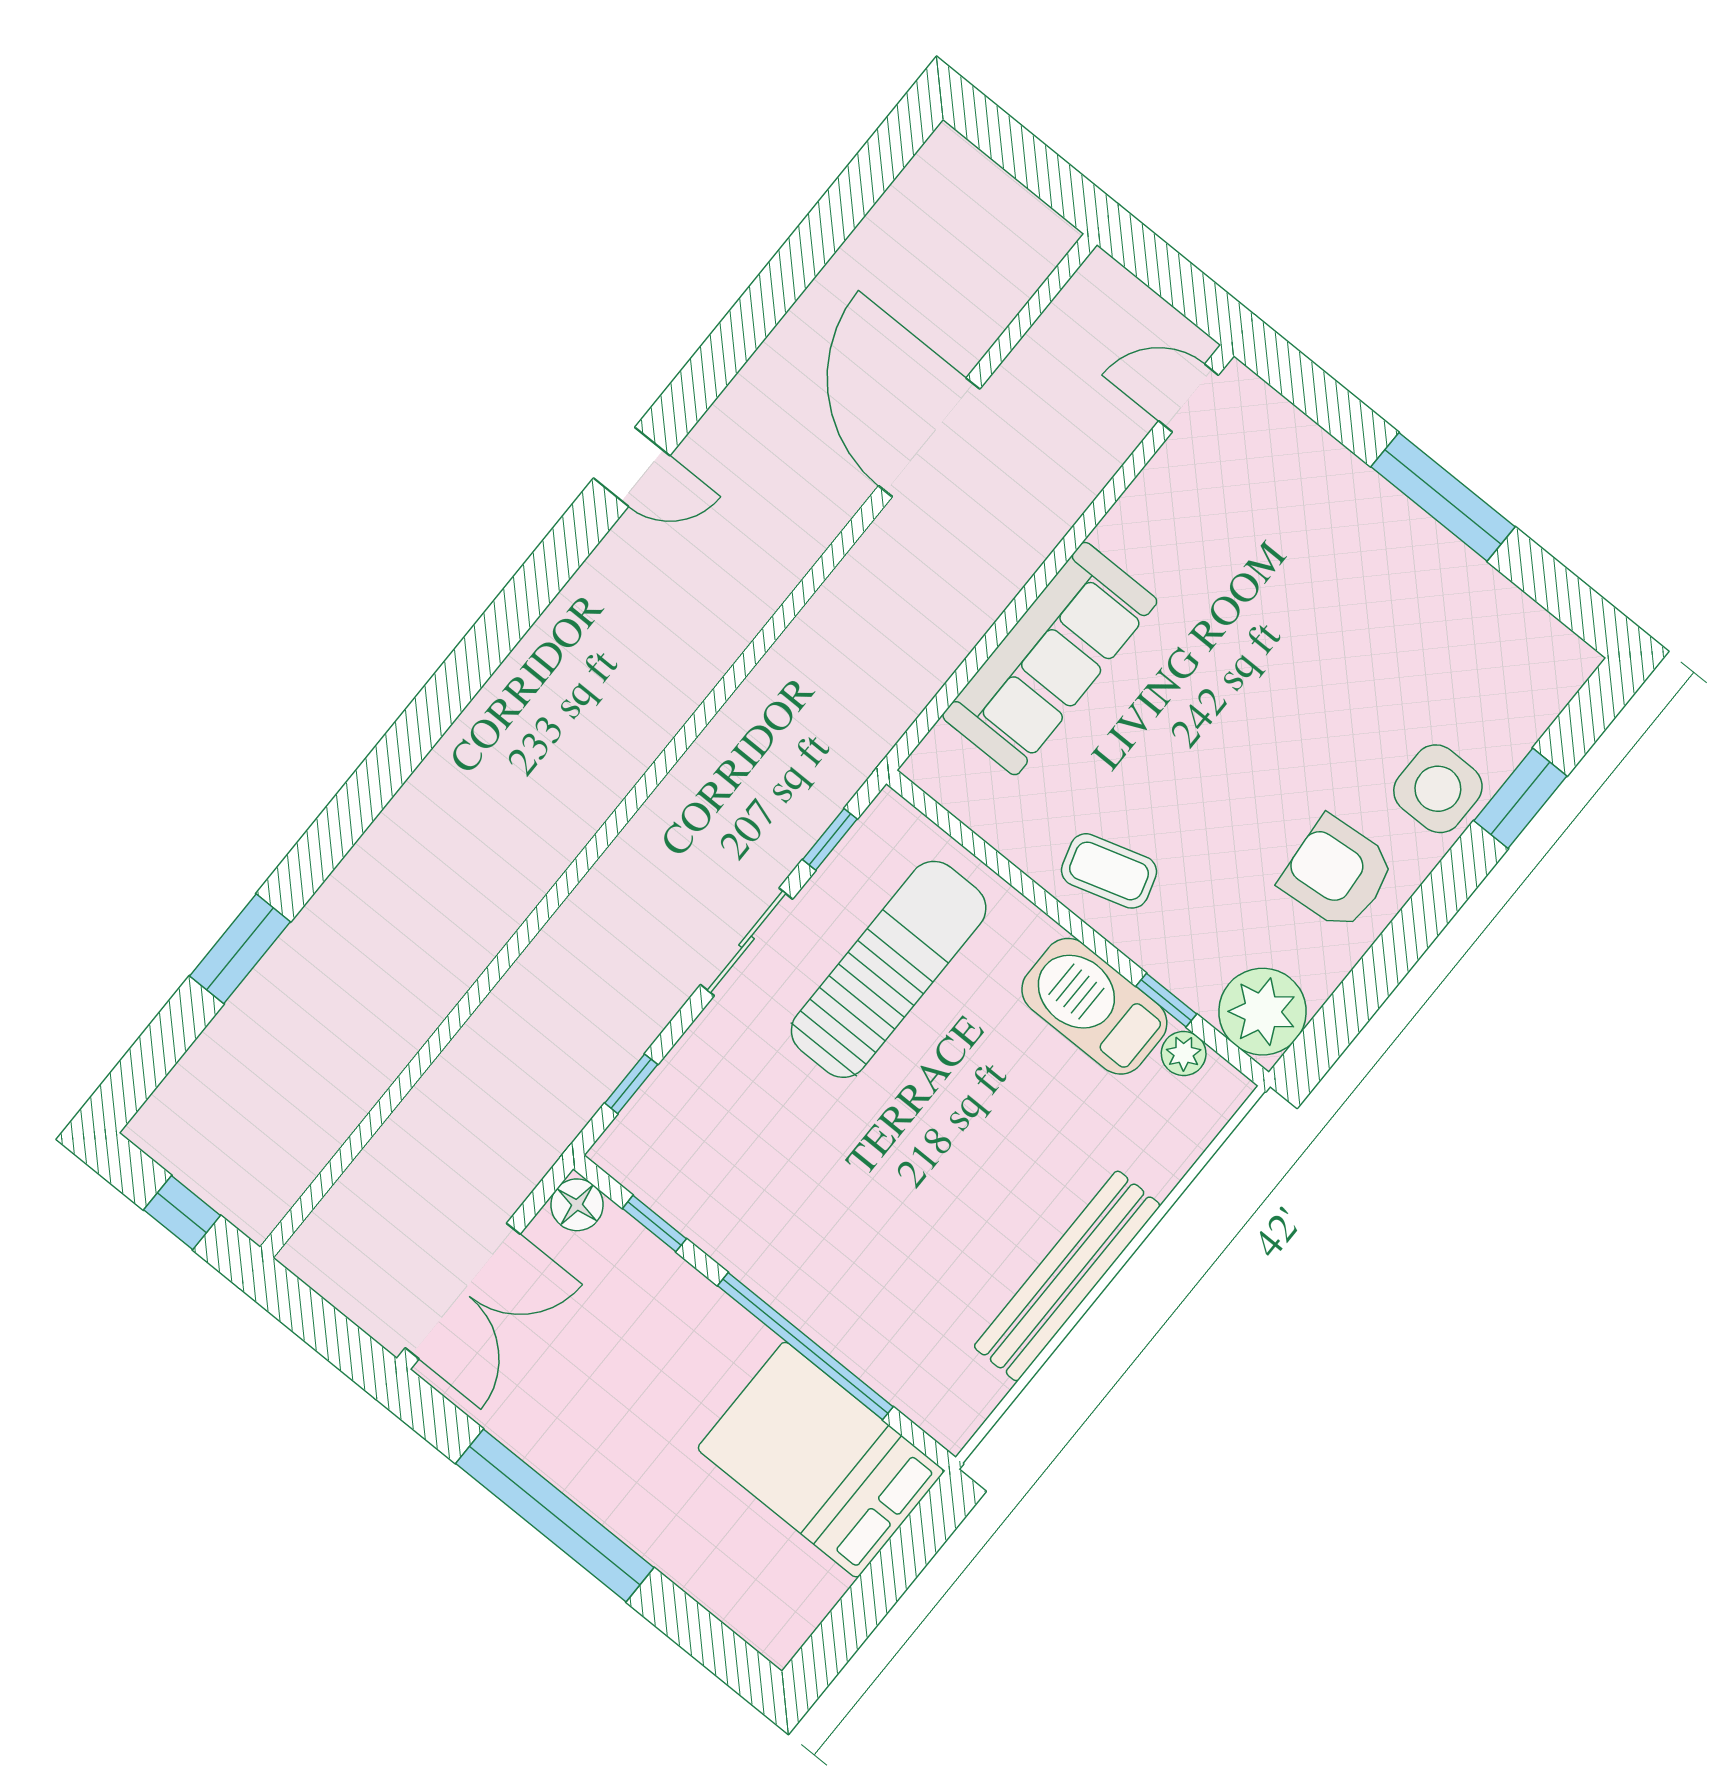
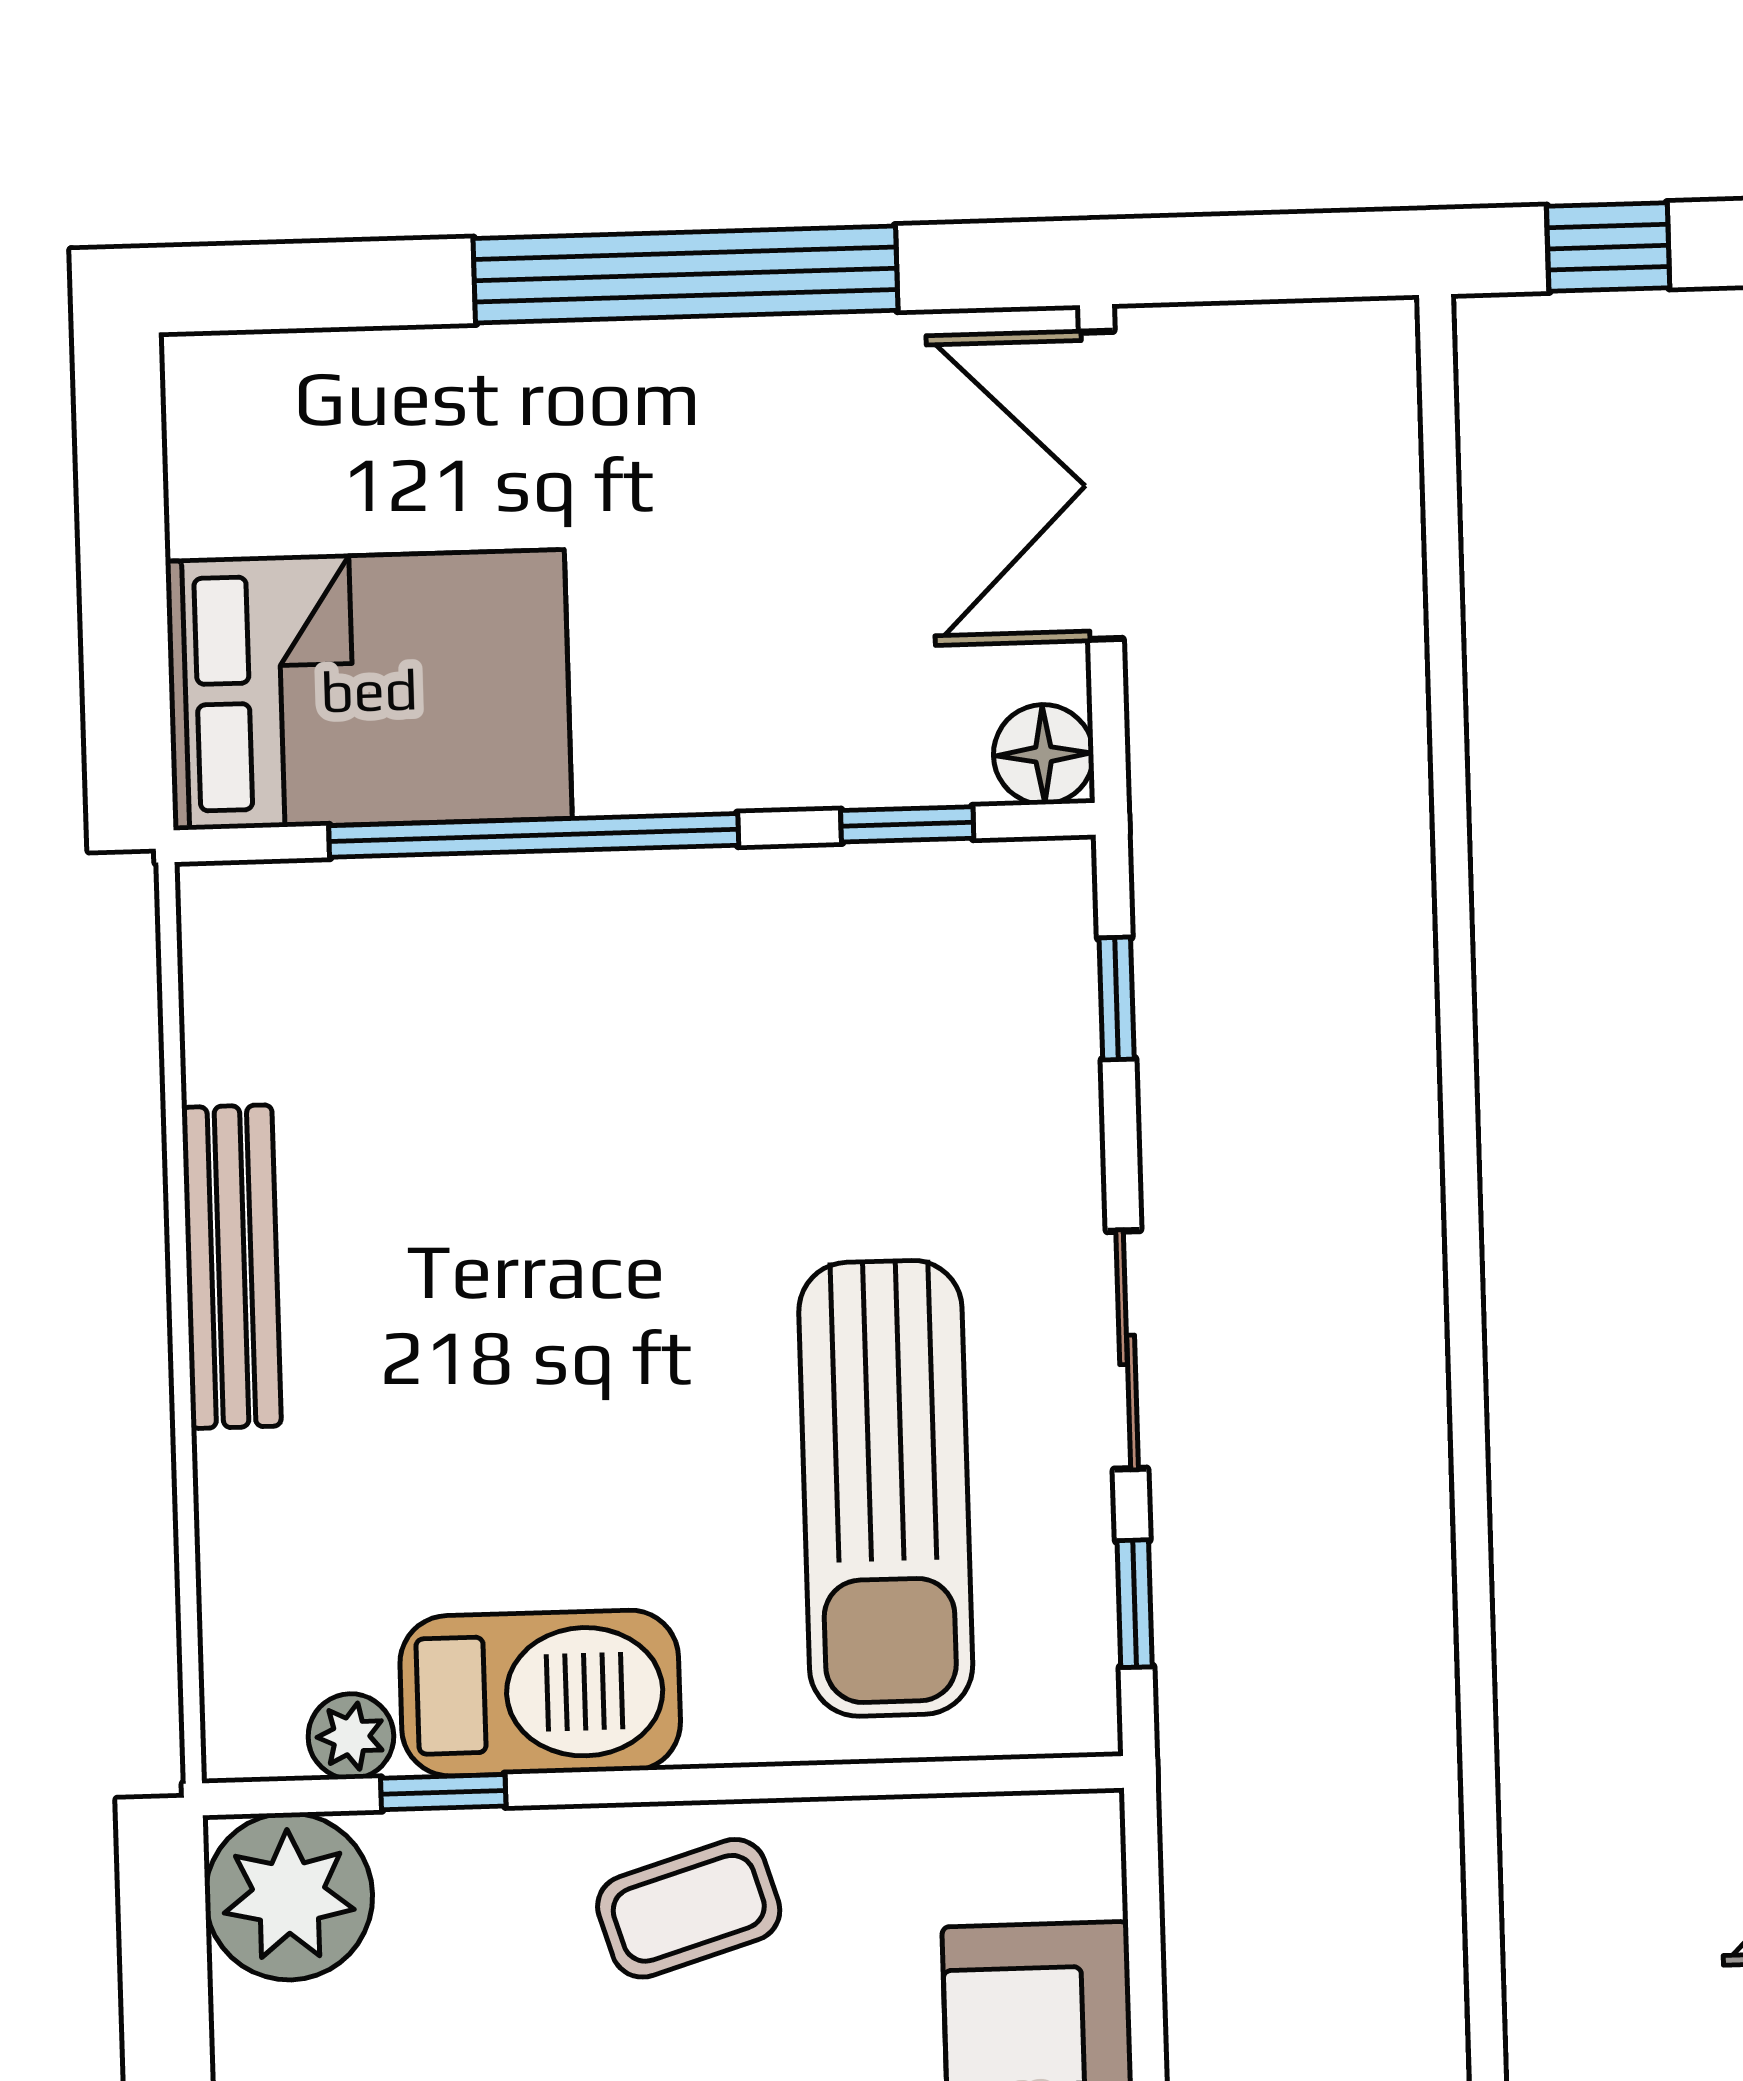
bench: (1067, 1276) -> (231, 1267), width x0.73, depth x0.82

